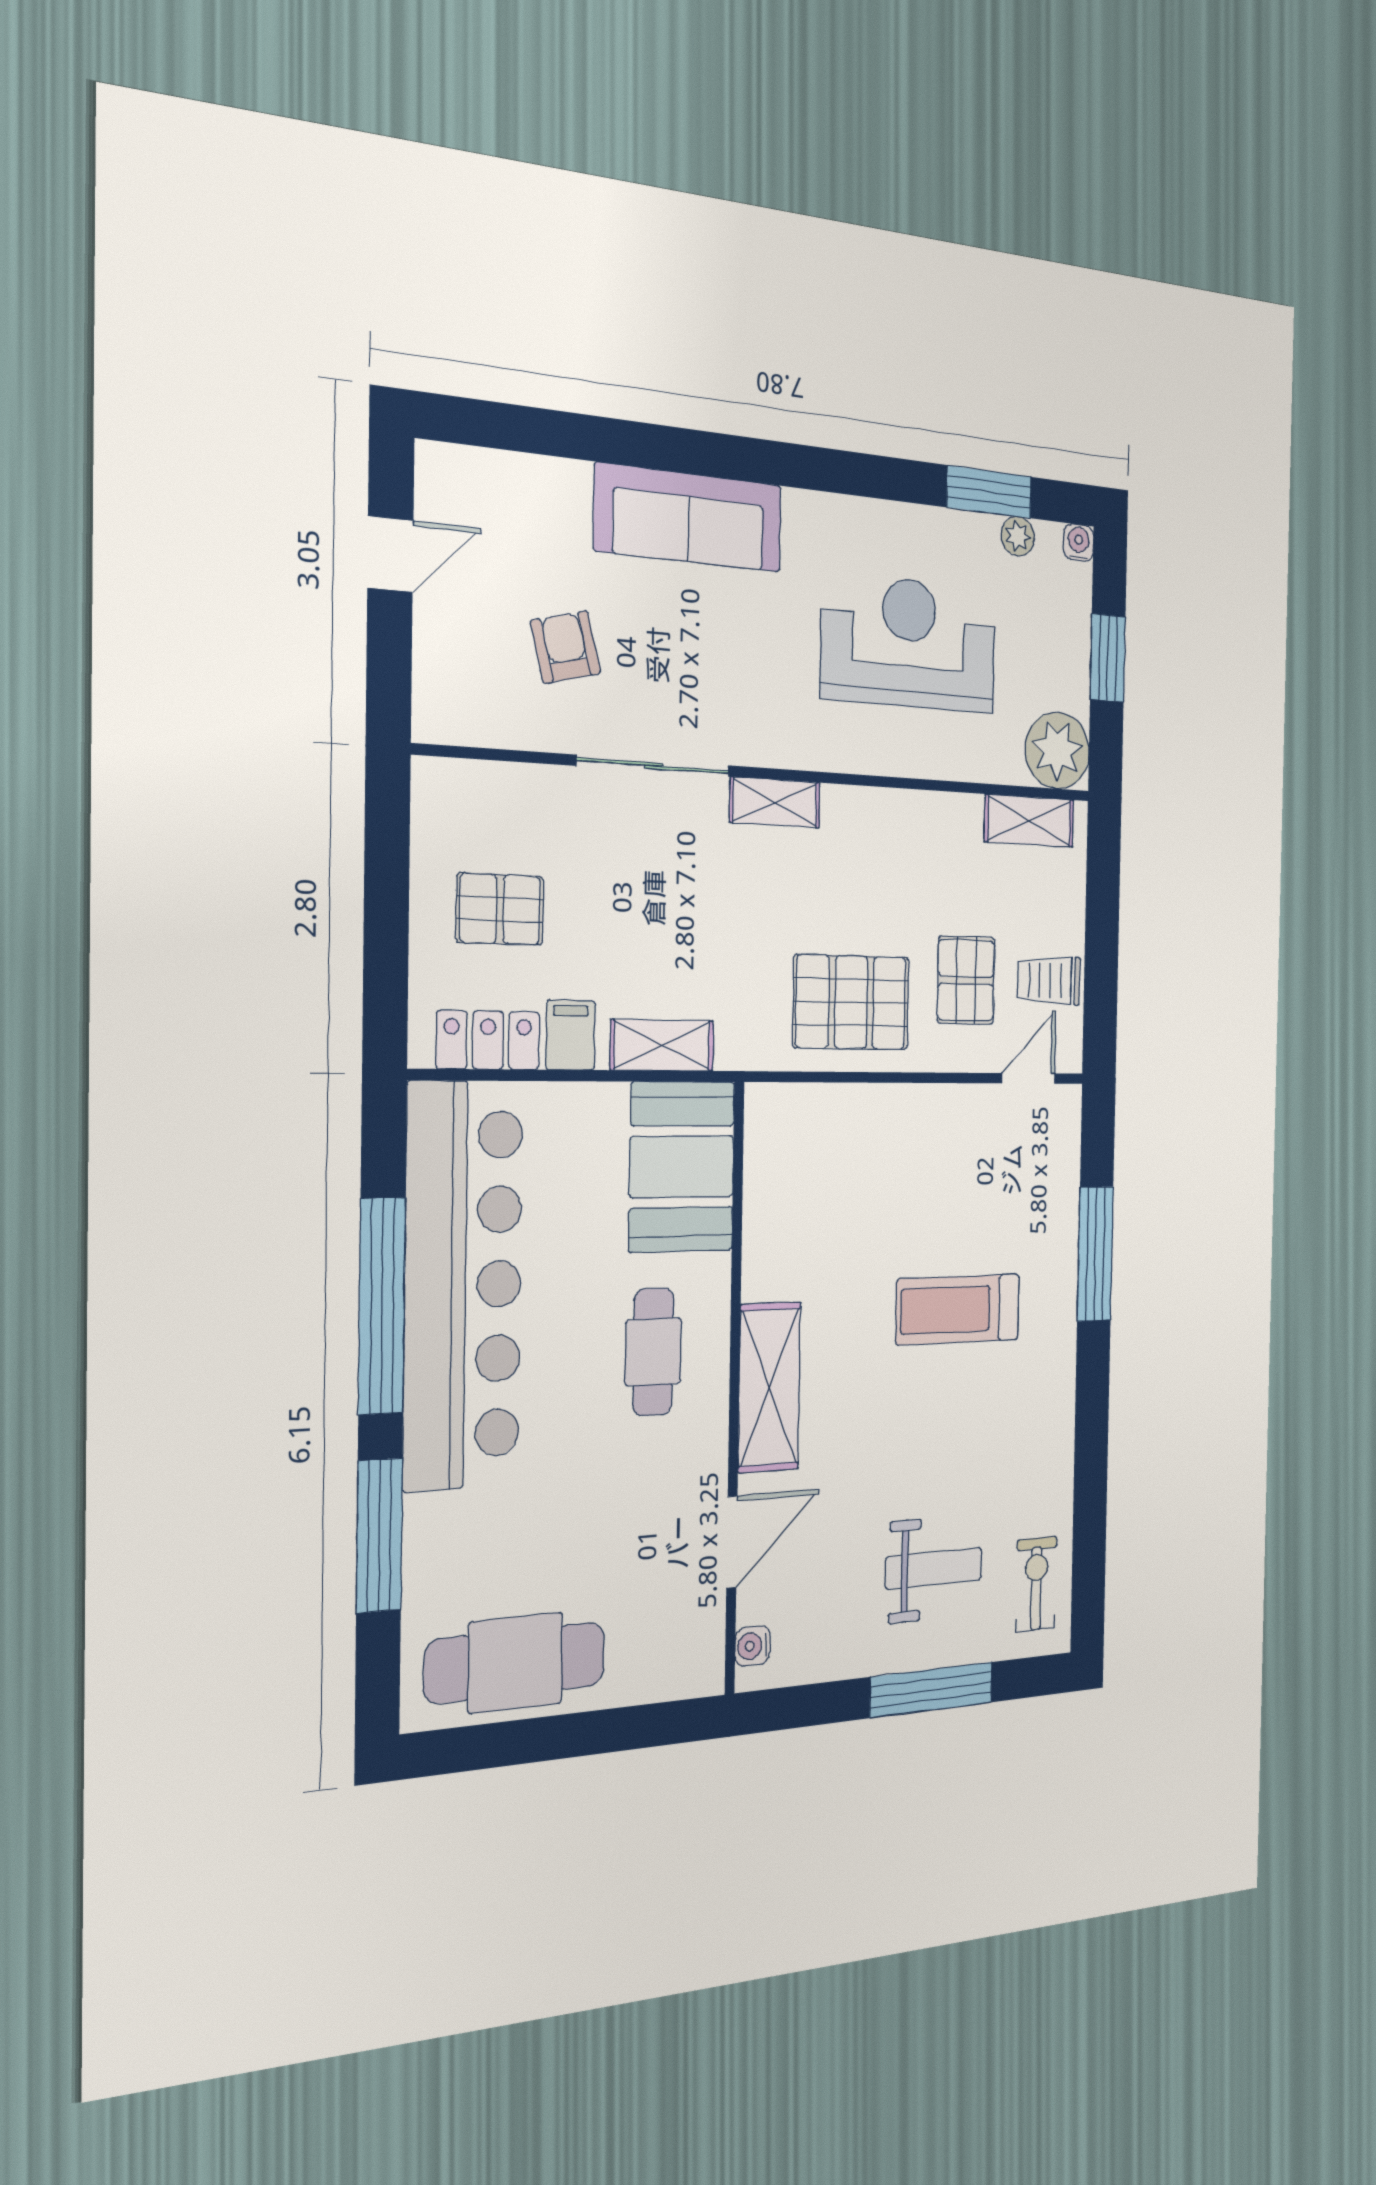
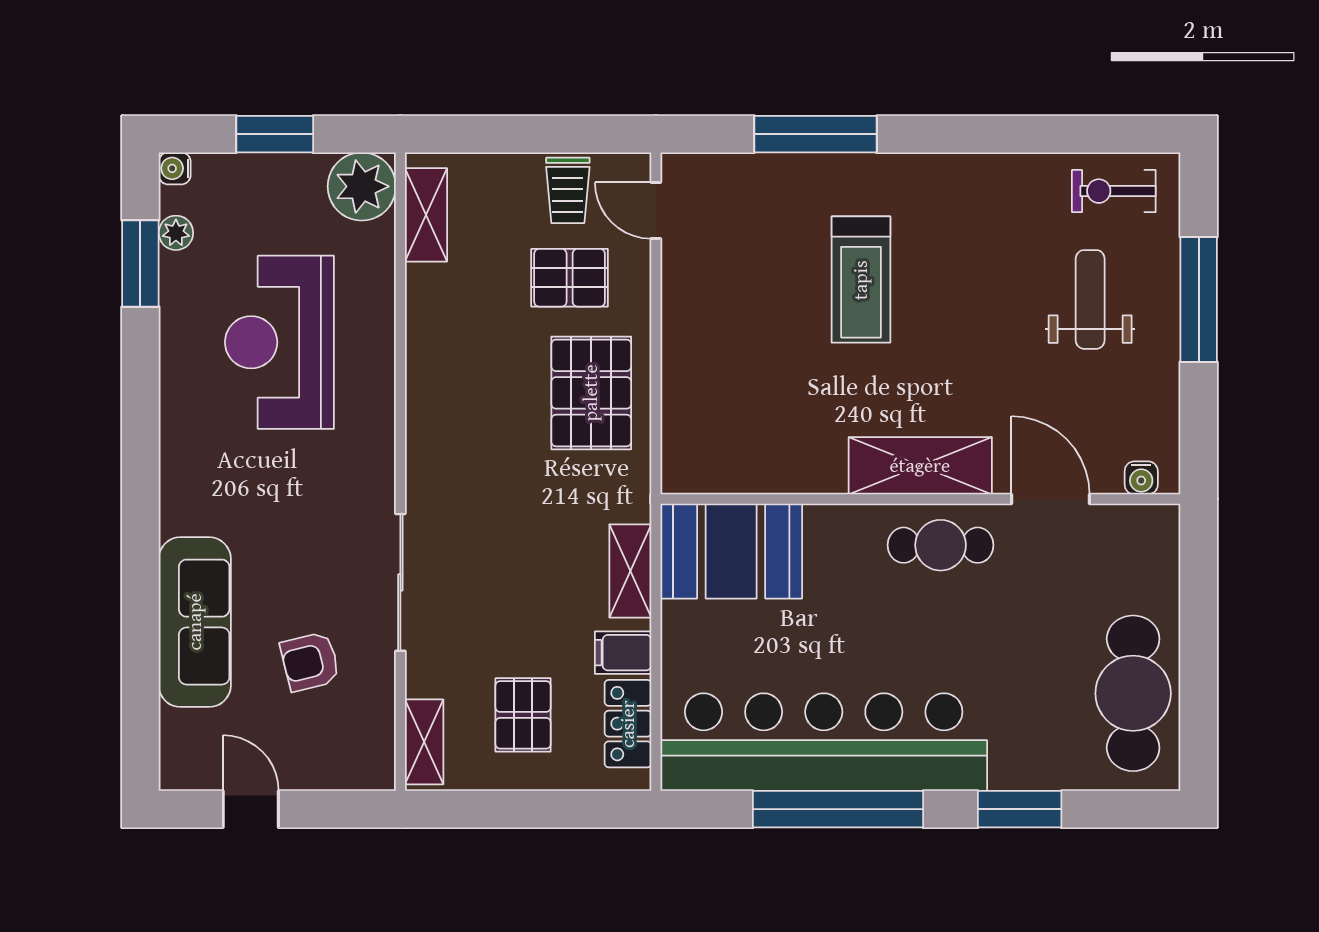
sofa: (689, 518) -> (195, 622), moved
shelving: (775, 802) -> (424, 742), moved
cafe table: (653, 1352) -> (941, 545), moved
window: (379, 1535) -> (1020, 809), width x0.69

